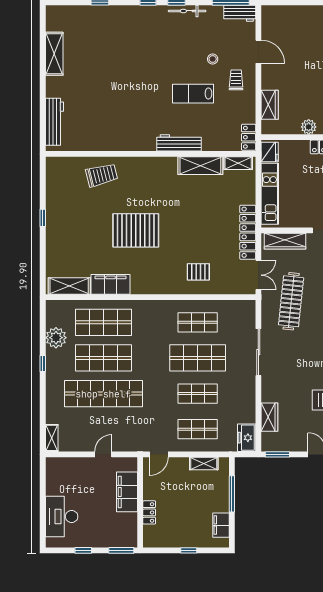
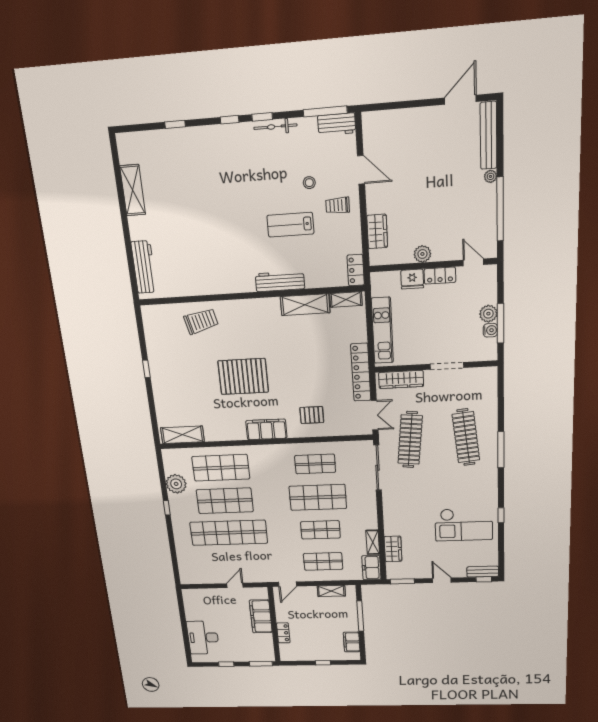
trolley: (236, 80) -> (338, 205), turned -90
fridge: (270, 152) -> (412, 279), moved, turned 90
filing cabinet: (111, 284) -> (266, 429), moved
sliding door: (258, 352) -> (377, 468), moved
shelving: (52, 438) -> (373, 542), moved

